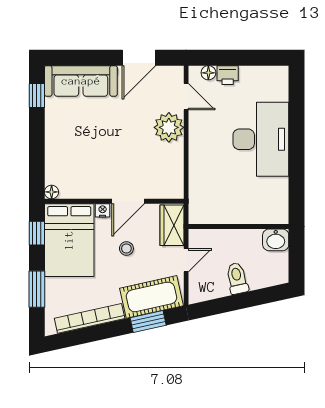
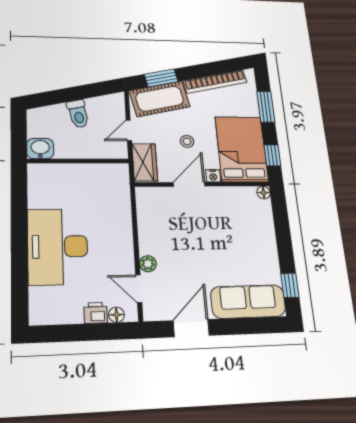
plant: (169, 127) -> (148, 264), width x0.53, depth x0.53

